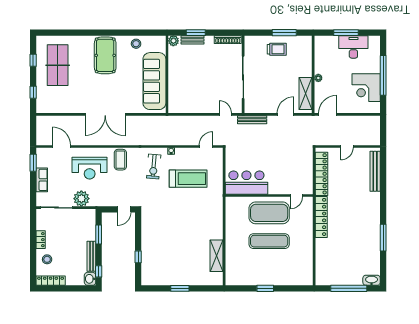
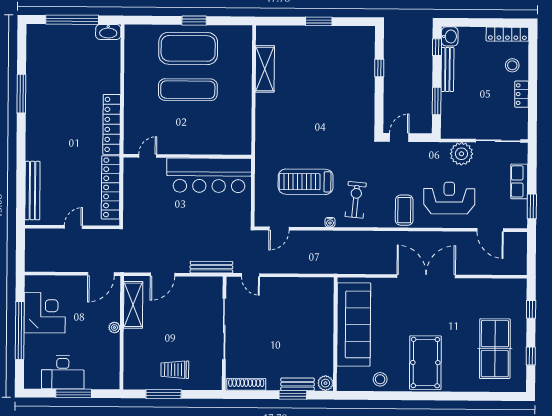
bar counter: (246, 183) -> (209, 175), width x1.36
exercise mat: (269, 213) -> (188, 48), moved
washbasin: (372, 280) -> (108, 32), moved

